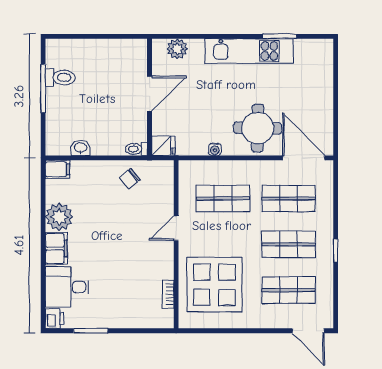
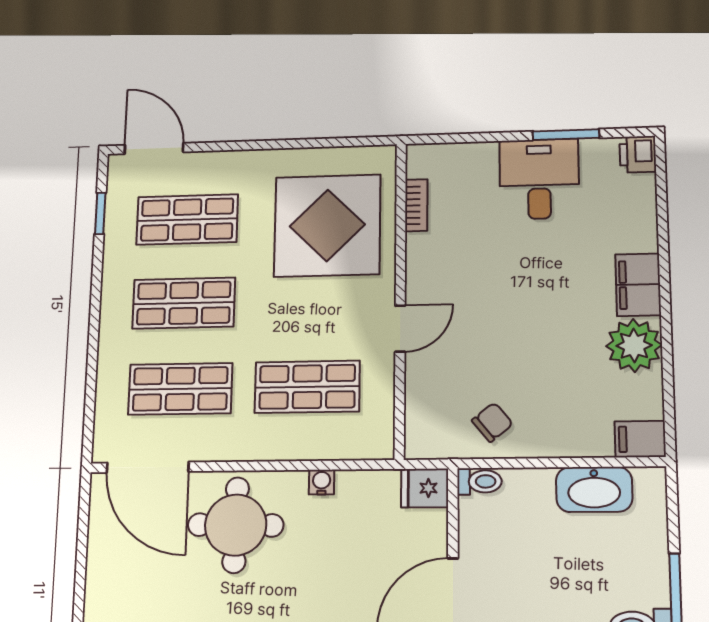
washbasin: (81, 148) -> (594, 489), width x1.91, depth x1.45
window: (336, 251) -> (100, 213), moved
desk: (67, 287) -> (539, 179), moved, turned -90

